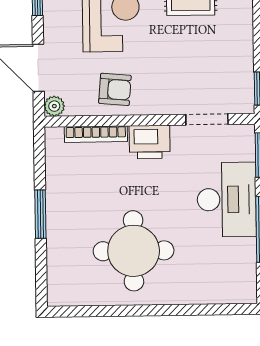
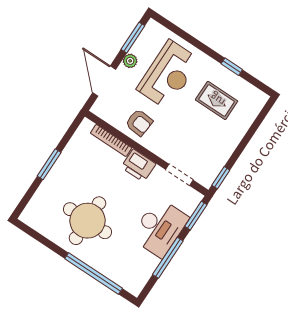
plant: (54, 106) -> (130, 61), moved
window: (184, 310) -> (94, 273), added

